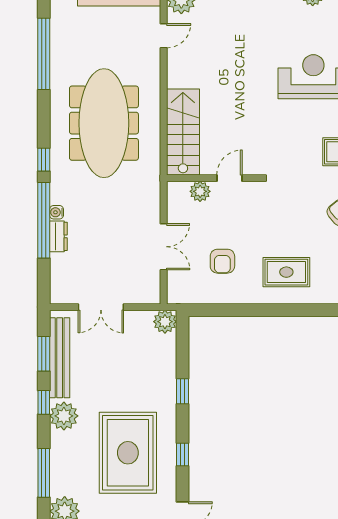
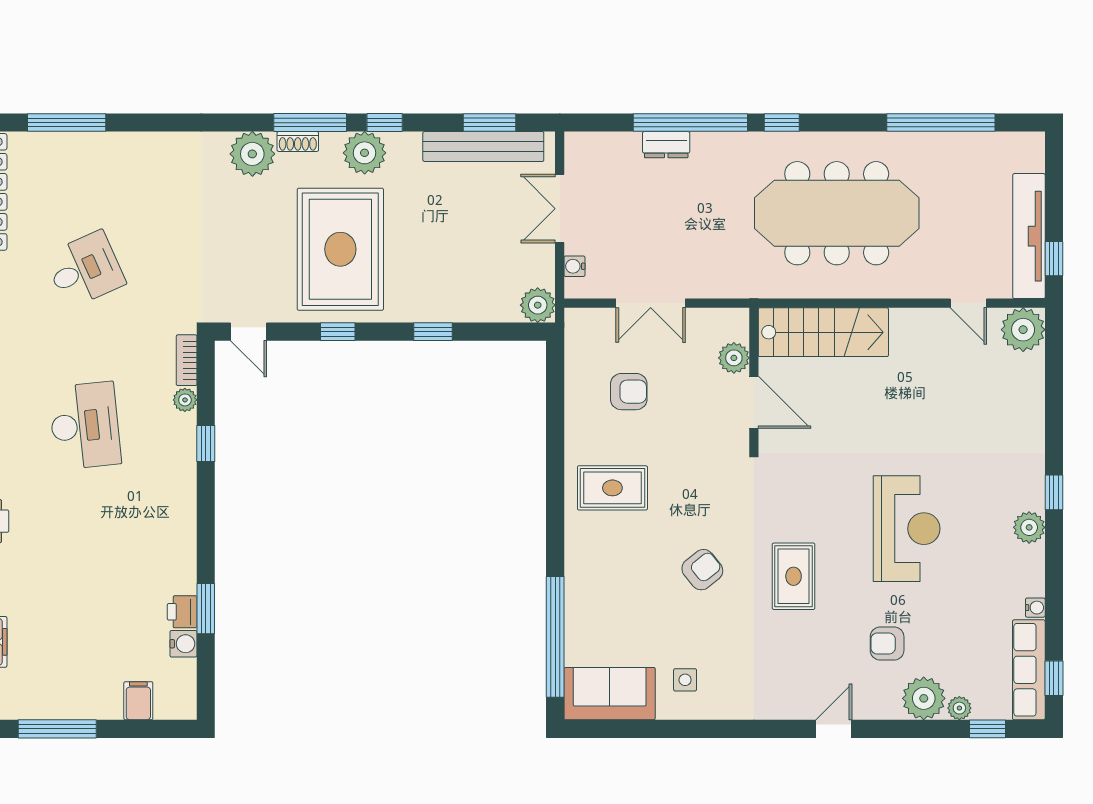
door: (229, 178) -> (754, 402), width x1.38
water cooler: (57, 212) -> (575, 266), moved, turned -90
armchair: (222, 261) -> (629, 392), turned 180
rug: (286, 272) -> (612, 488), turned 90
window: (44, 402) -> (385, 123), moved
plant: (64, 416) -> (365, 153), moved
rug: (128, 453) -> (340, 249), turned 90
shoe rack: (56, 481) -> (298, 141), added

